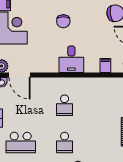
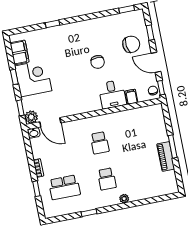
chair: (63, 21) -> (98, 62), moved
desk: (71, 59) -> (112, 94), moved

